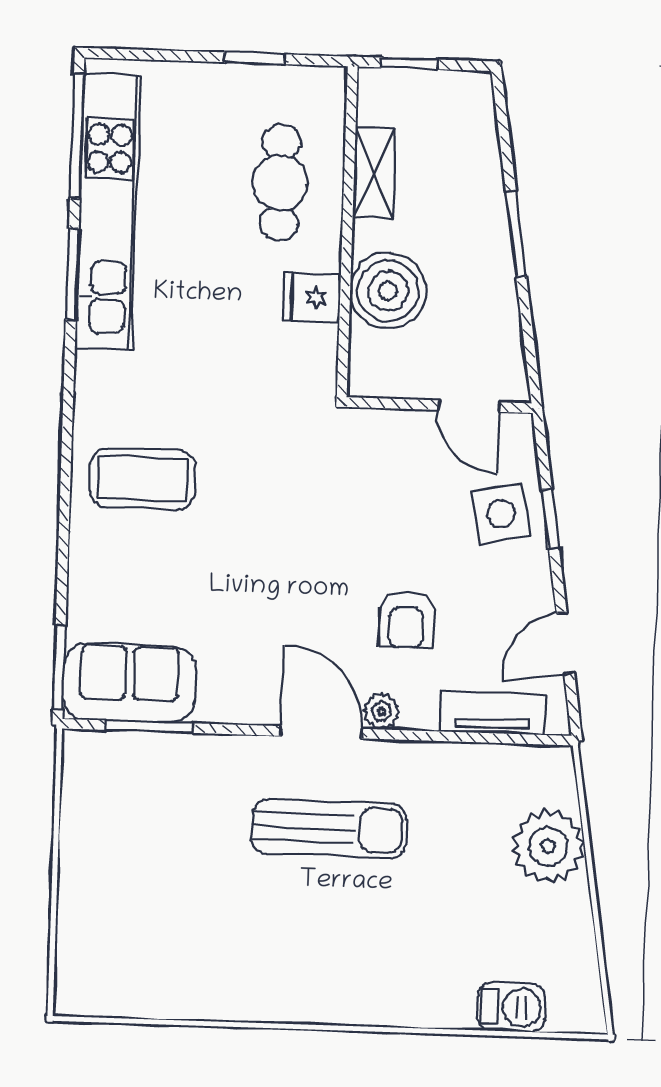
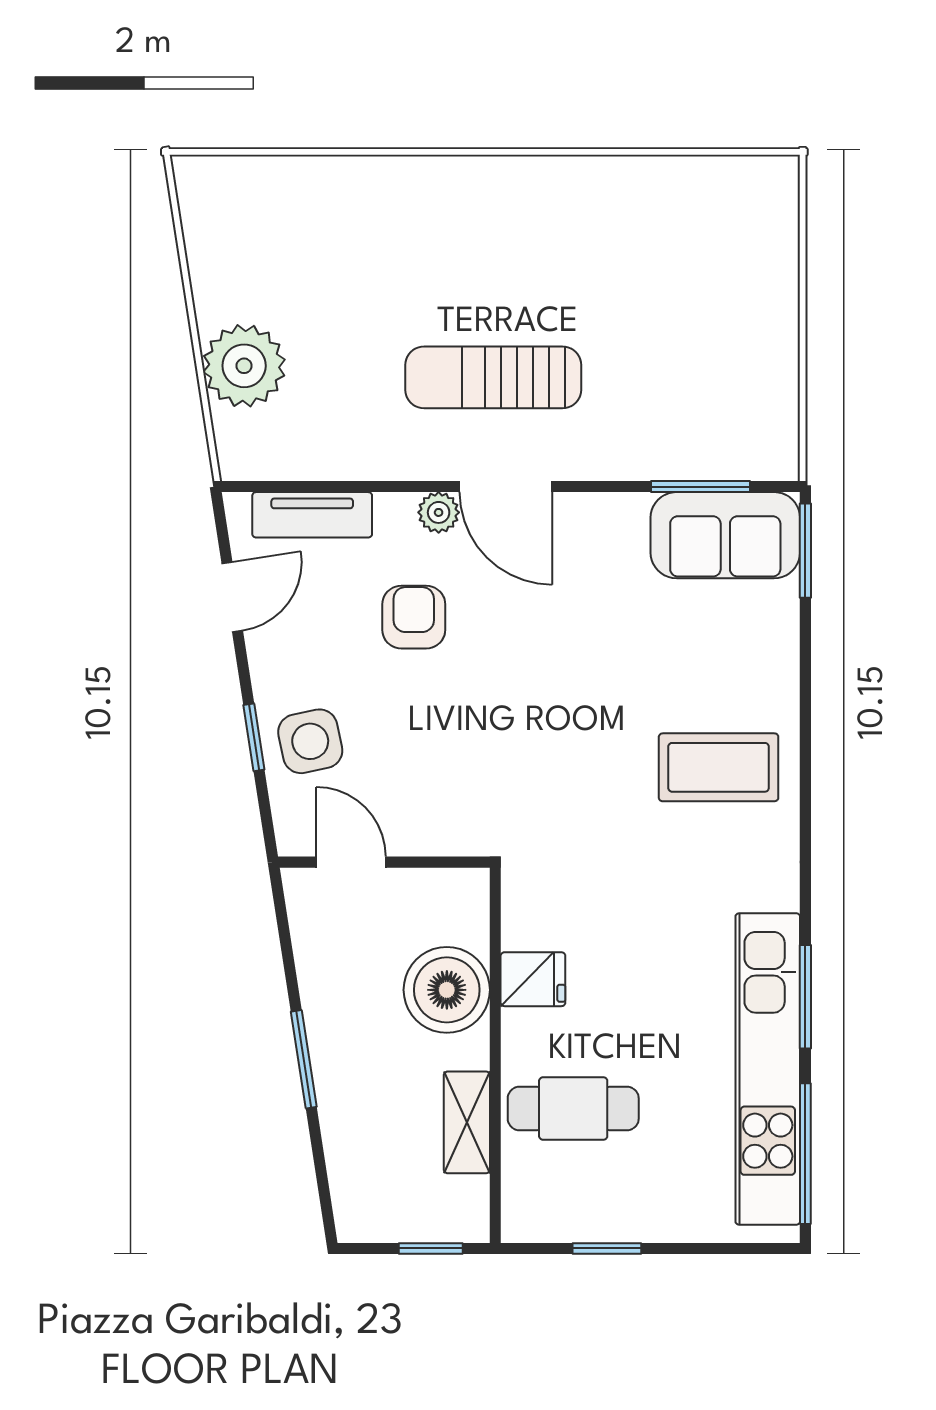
cafe table: (280, 183) -> (573, 1108), turned 90
barbecue: (511, 1007) -> (280, 182), removed

